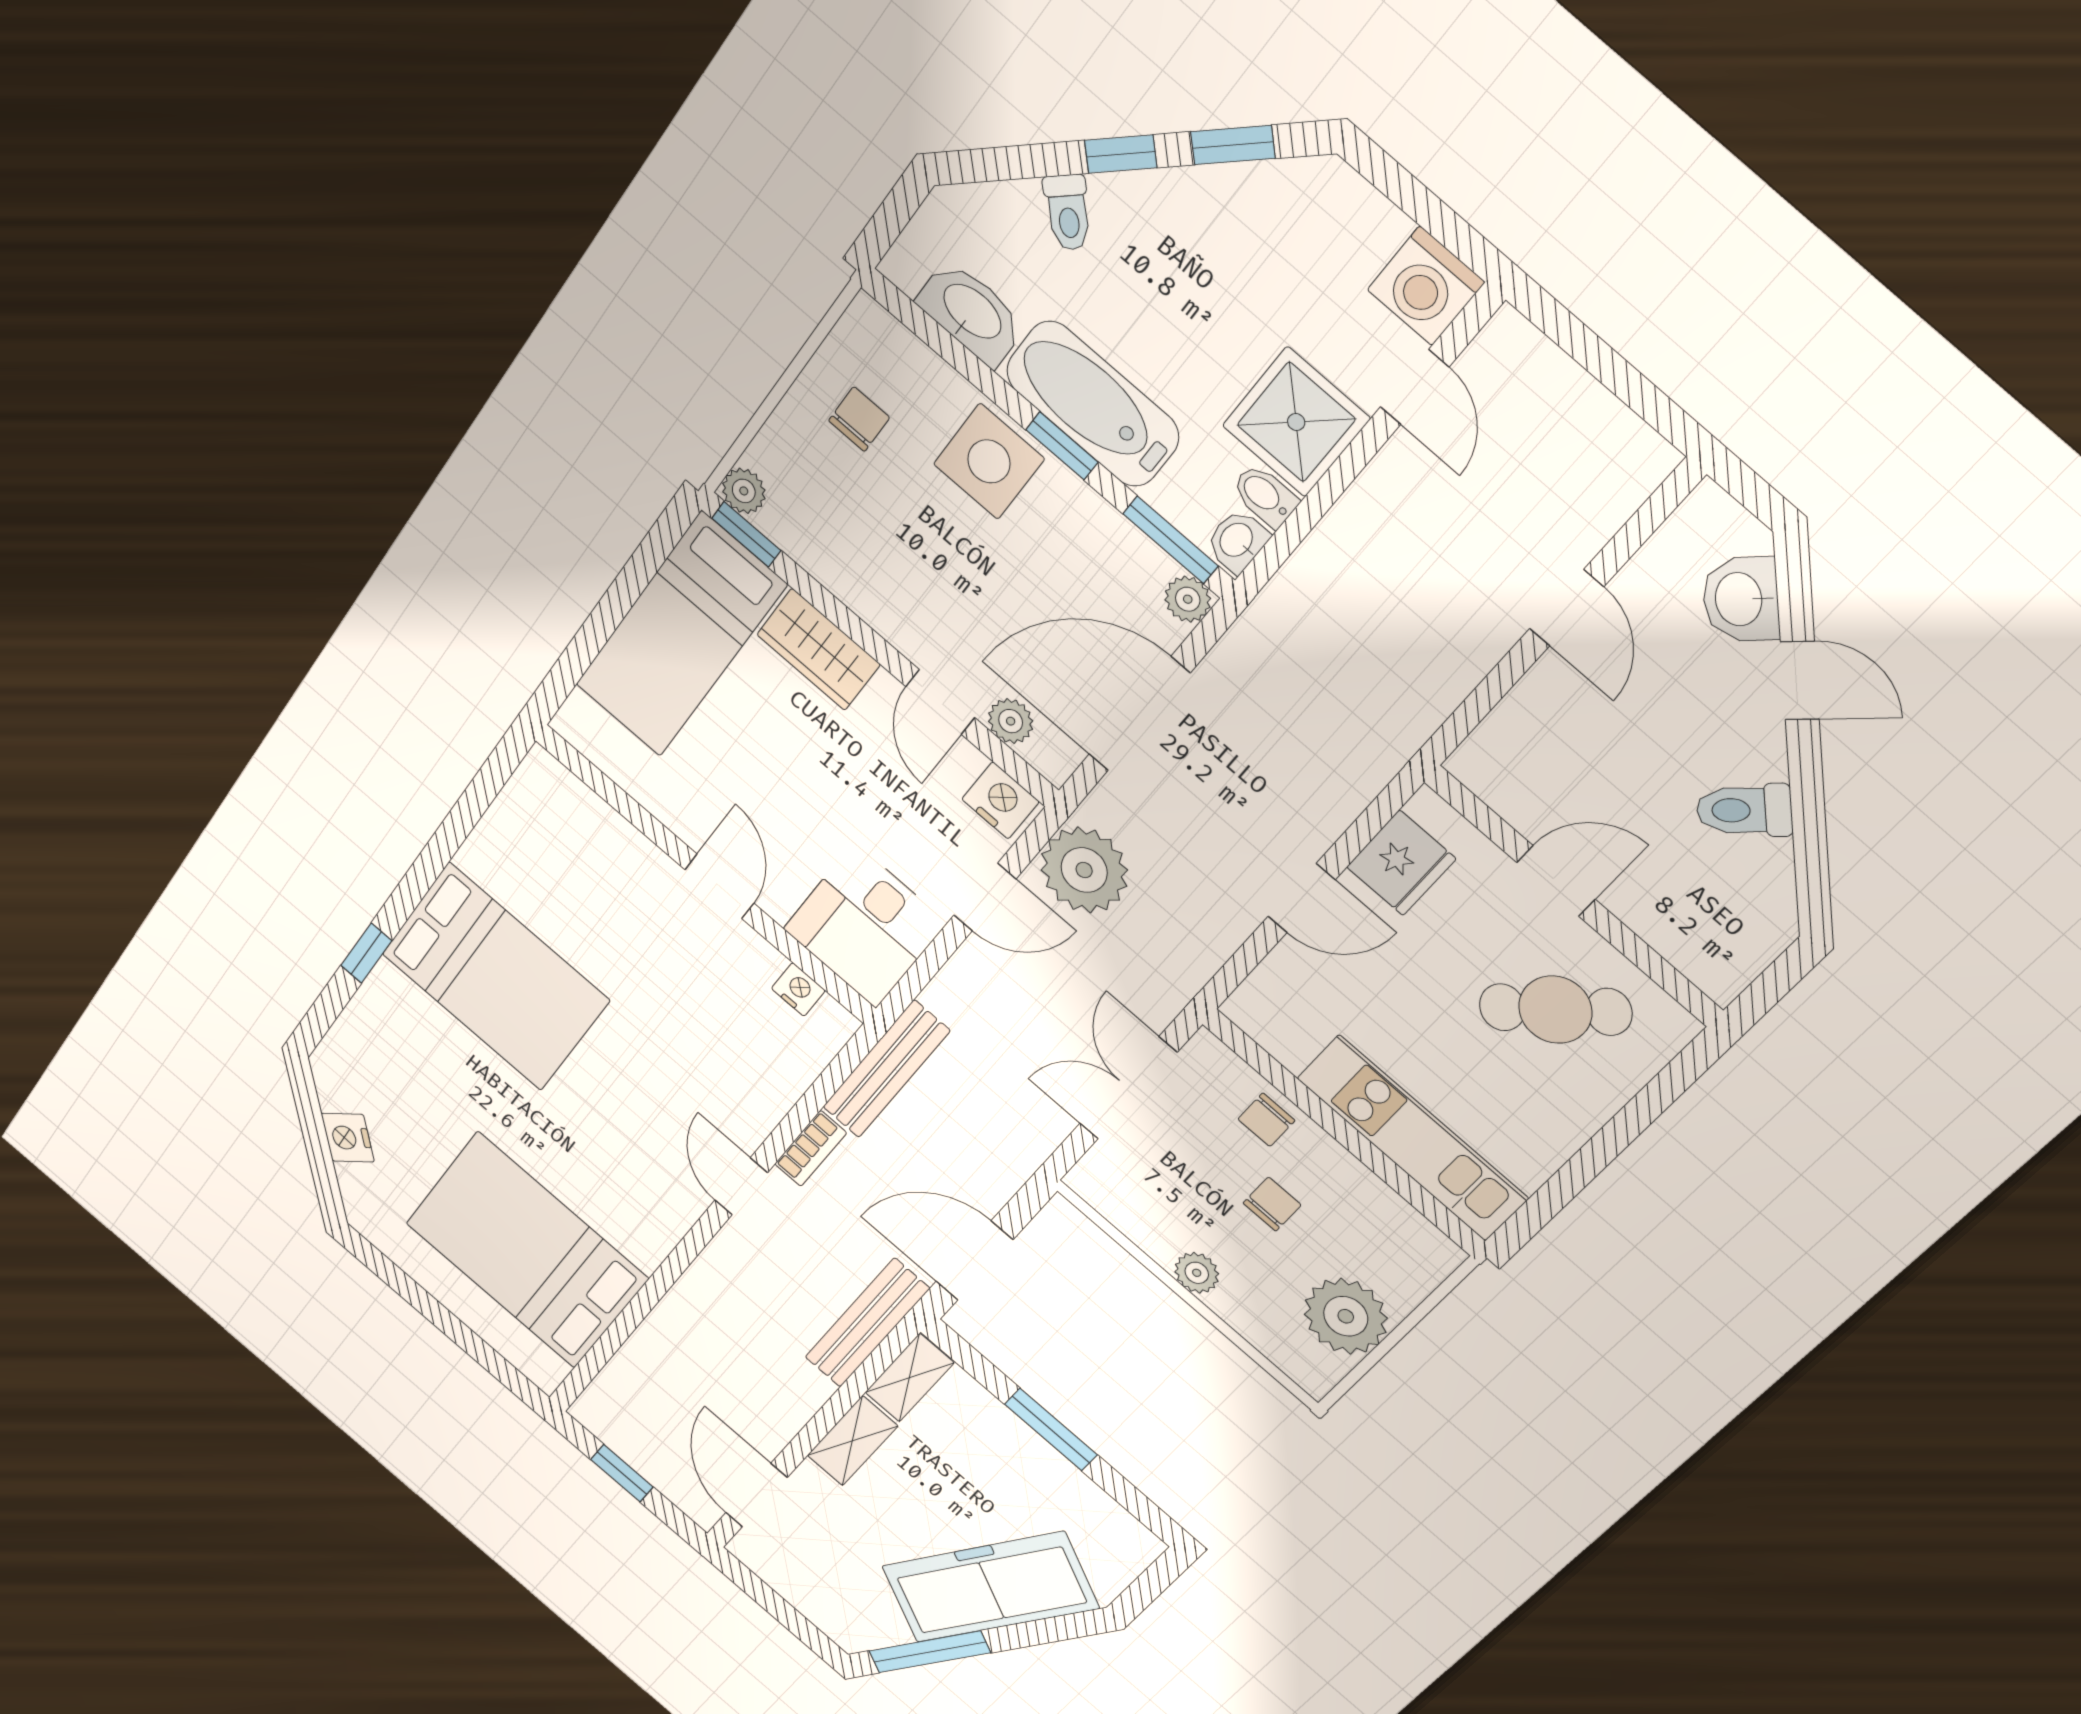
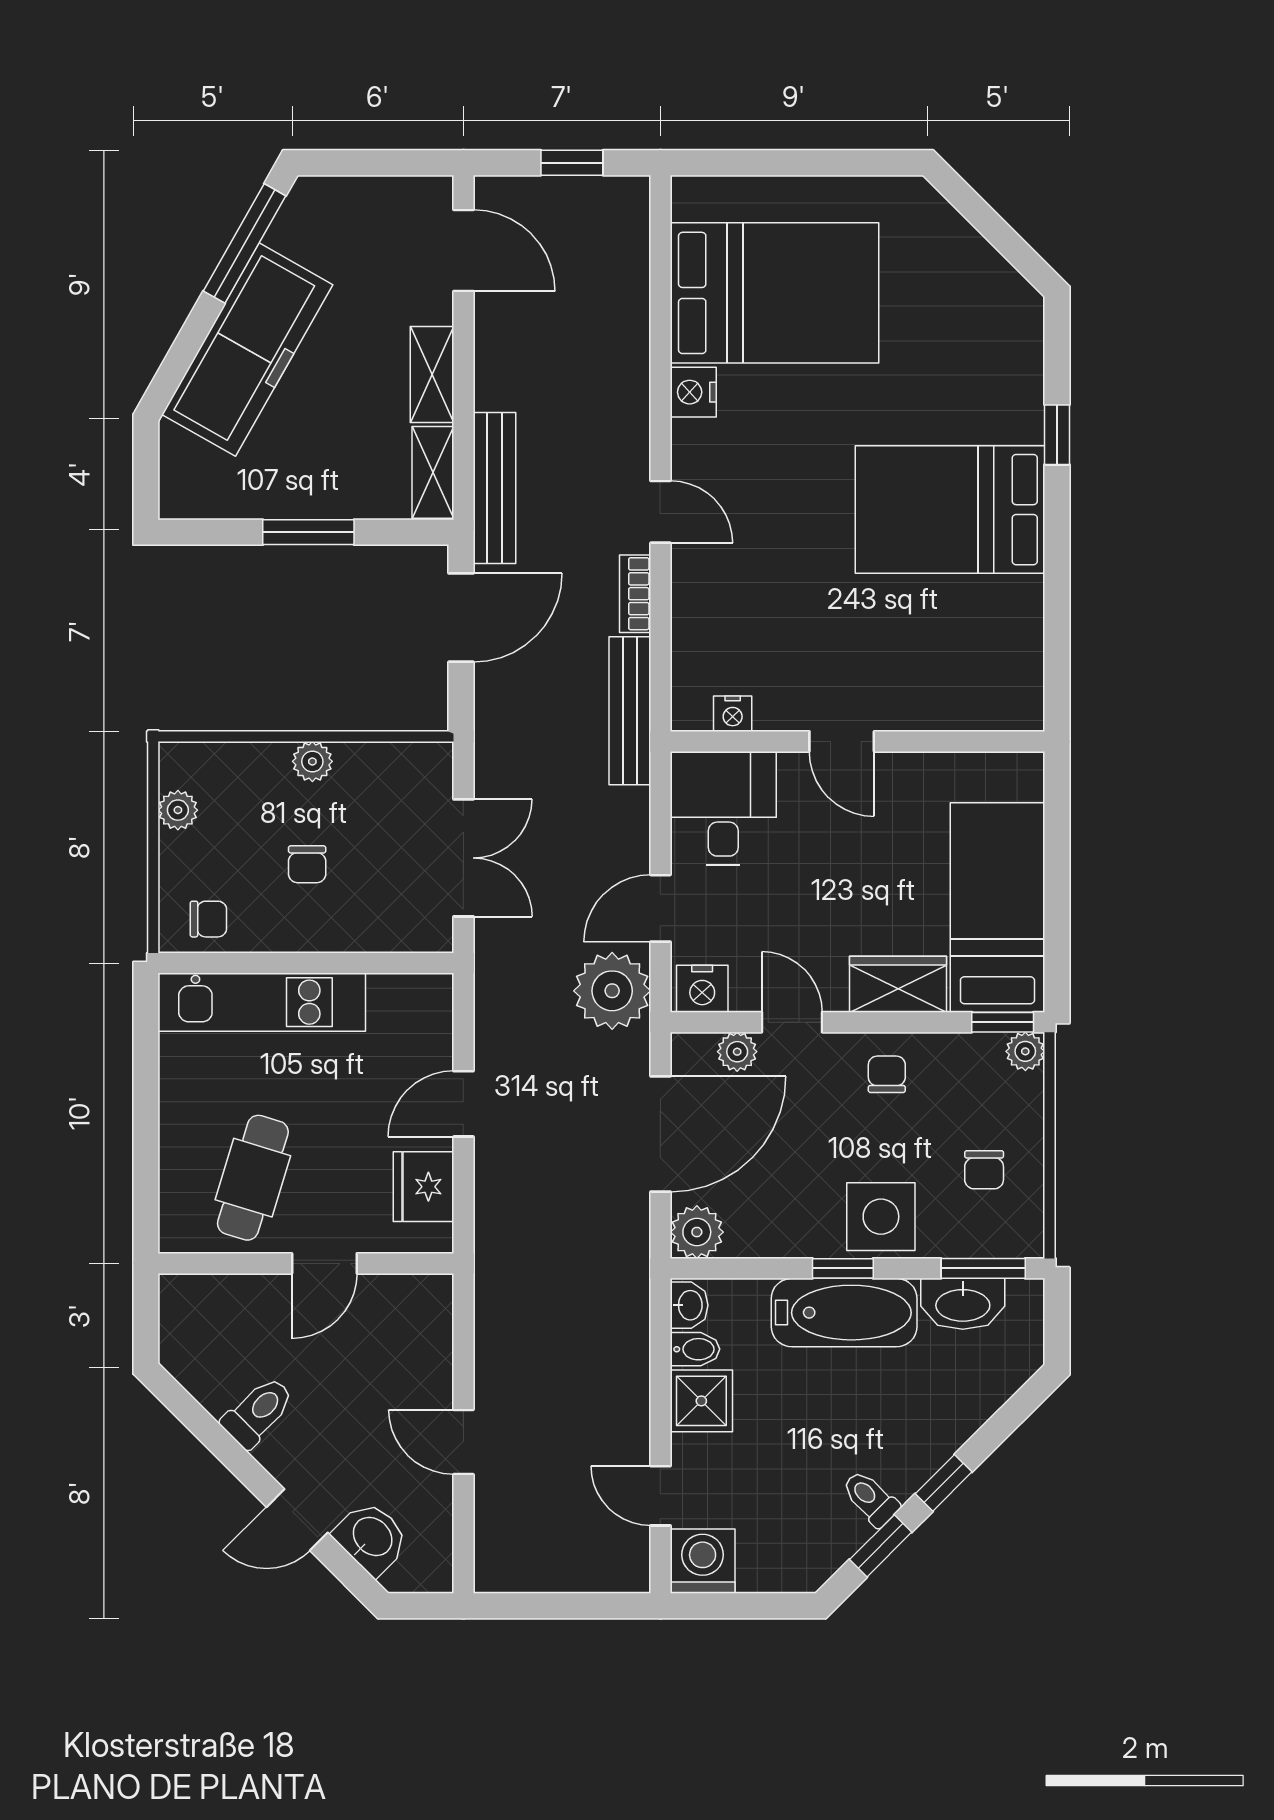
toilet: (1068, 212) -> (870, 1498), moved
shower: (1296, 422) -> (701, 1401), width x0.73, depth x0.73
window: (1170, 540) -> (983, 1268), moved
chair: (887, 582) -> (887, 1074), added
plant: (1188, 599) -> (697, 1232), width x1.38, depth x1.38
cafe table: (1555, 1010) -> (253, 1178), turned -30
chair: (1266, 1120) -> (208, 919), moved, turned 90
nightstand: (348, 1138) -> (693, 392), moved, turned -135
plant: (1346, 1316) -> (178, 810), width x0.53, depth x0.53

